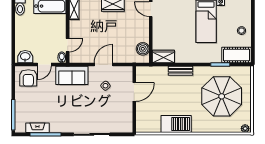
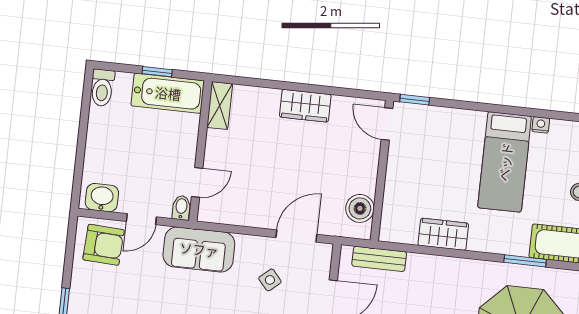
wardrobe: (163, 56) -> (443, 234), moved
door: (104, 64) -> (296, 236), moved
bench: (181, 71) -> (379, 259), moved
armchair: (28, 78) -> (104, 245), turned -87

